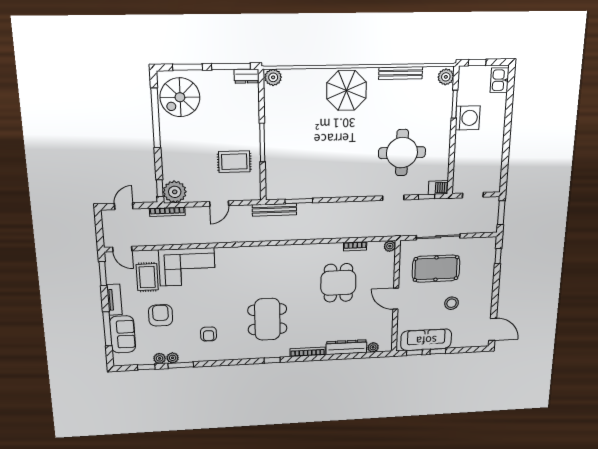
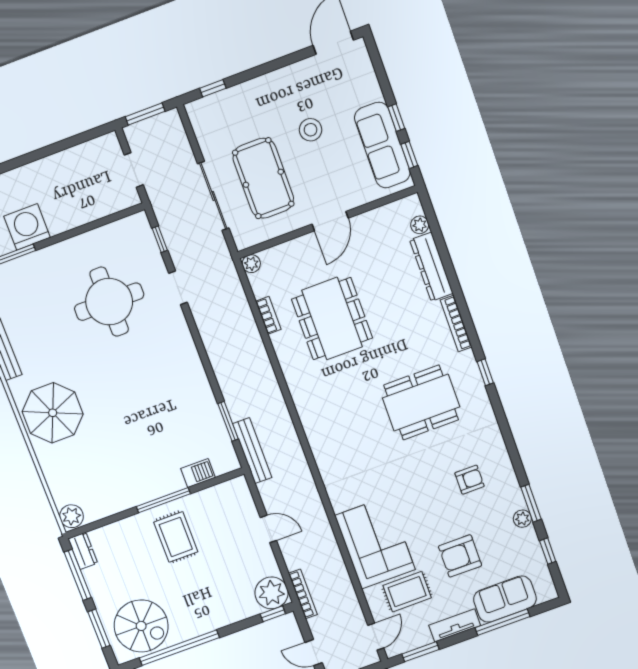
rug: (234, 162) -> (176, 537), moved
barbecue: (438, 188) -> (198, 473), moved, turned 90
dining table: (338, 283) -> (332, 319), width x1.38
plant: (160, 358) -> (529, 537), removed

